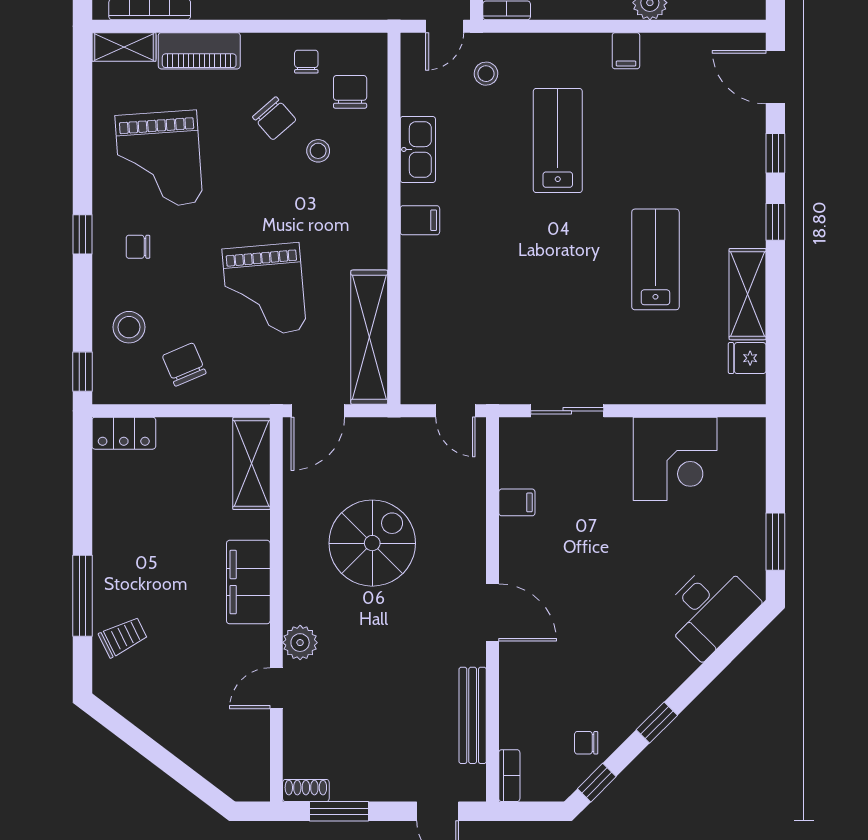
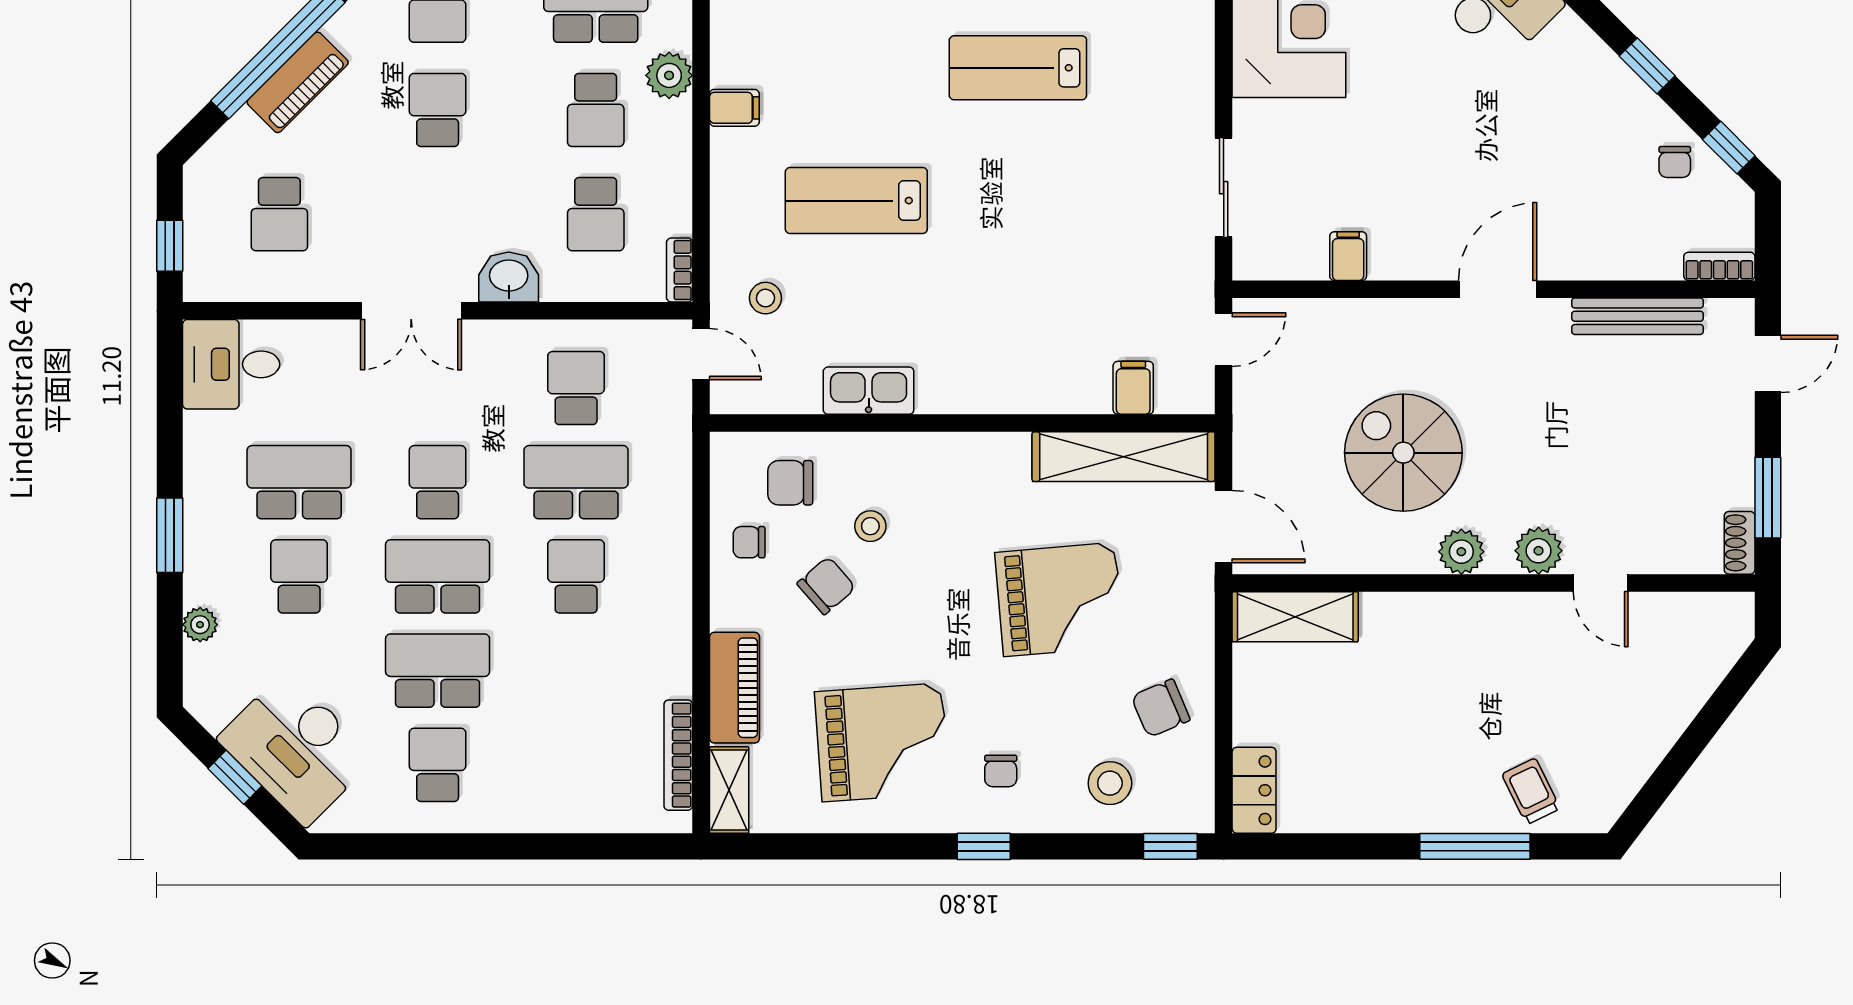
filing cabinet: (420, 220) -> (1133, 388), moved
filing cabinet: (248, 582) -> (1456, 621), removed
plant: (299, 586) -> (1461, 552), added

